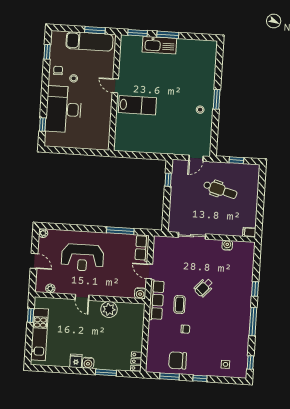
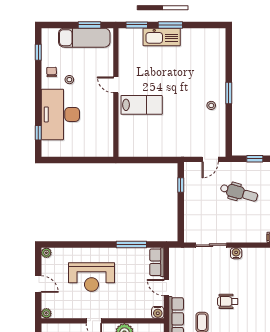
water cooler: (227, 245) -> (236, 253), moved
wheelchair: (204, 287) -> (228, 301), turned 48
plant: (50, 288) -> (46, 313), moved

